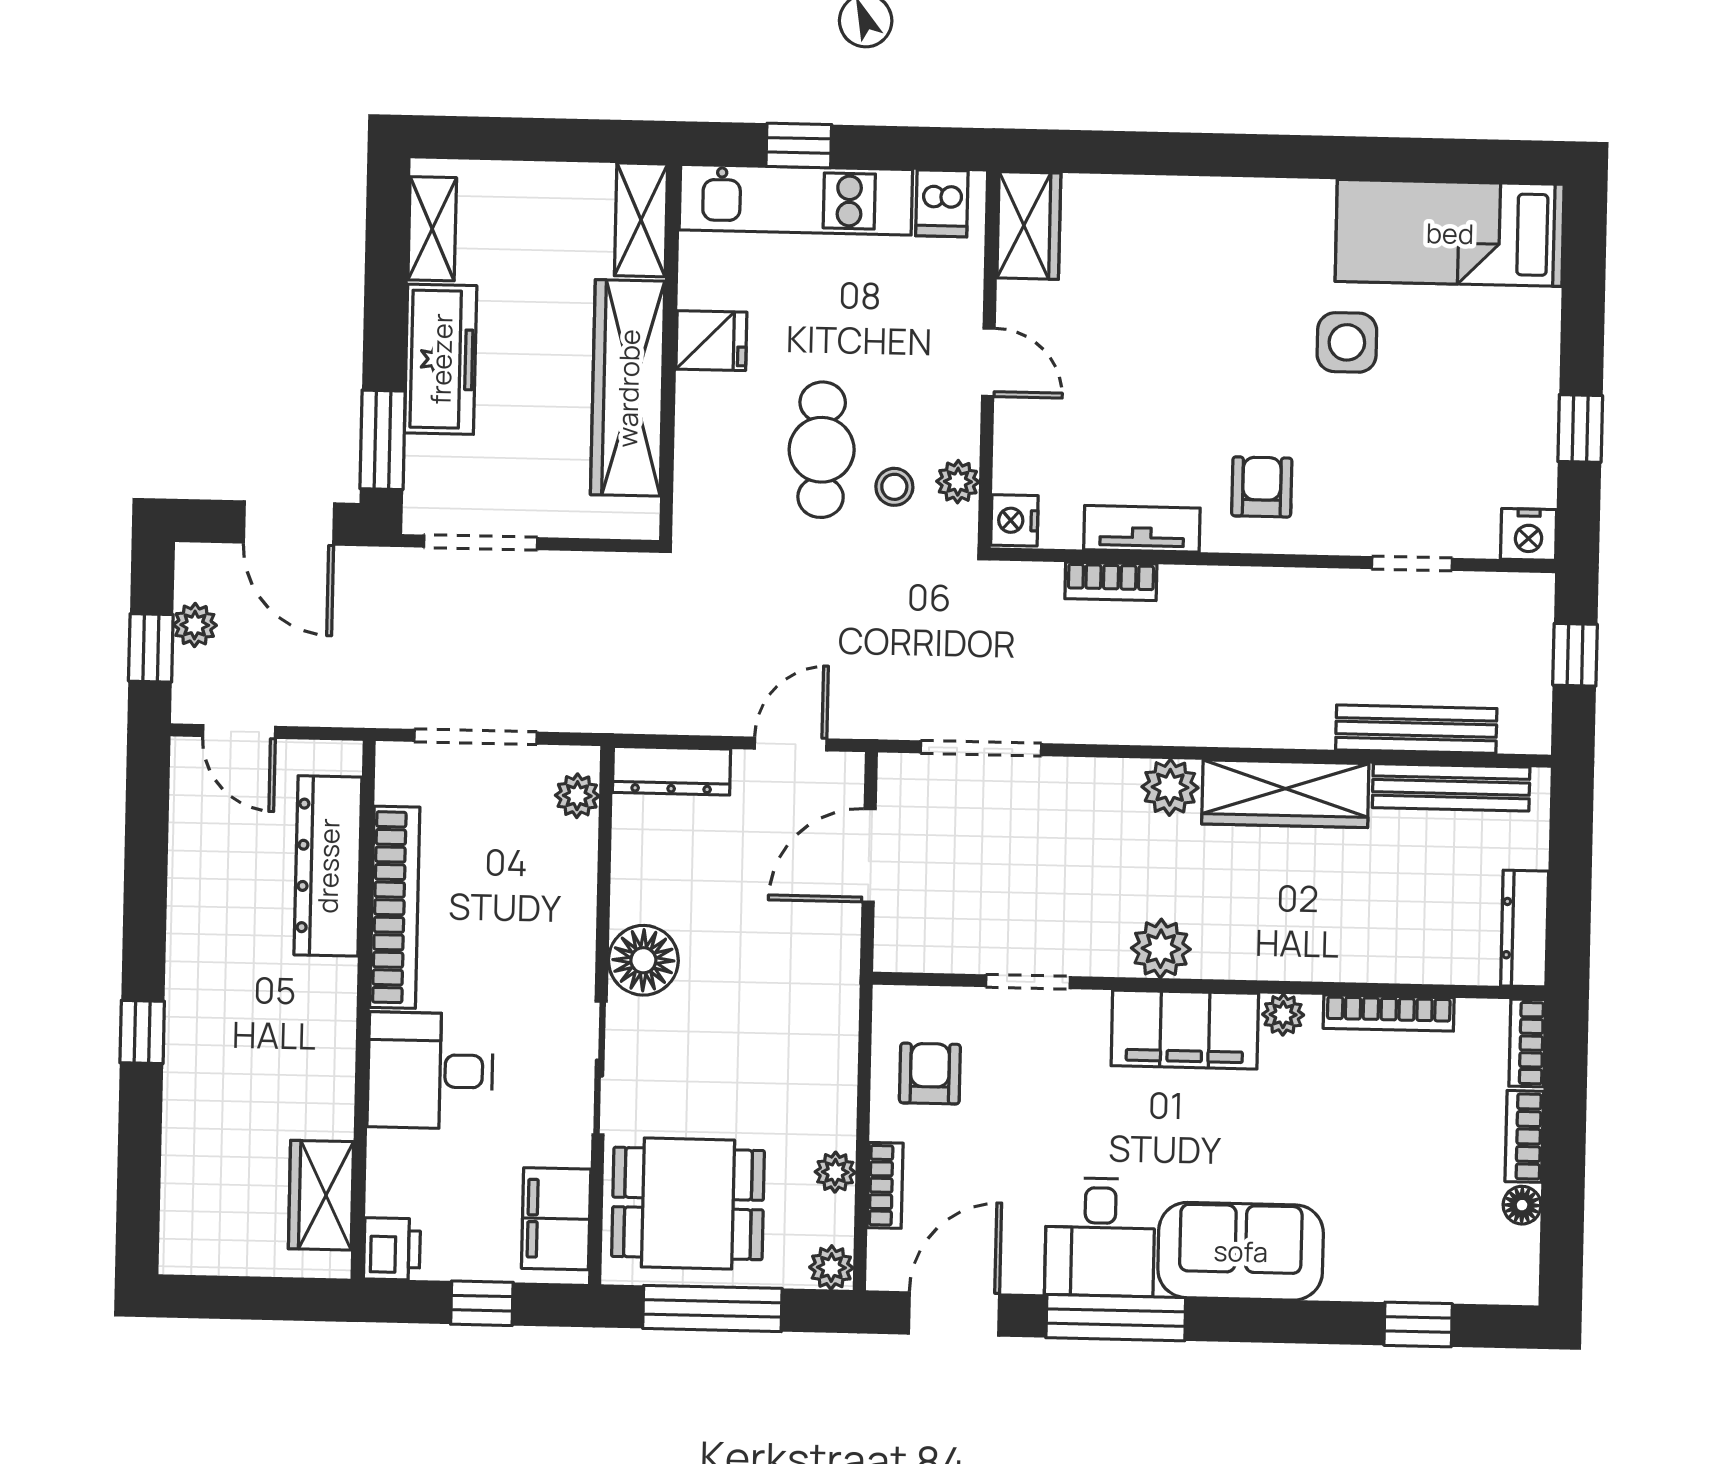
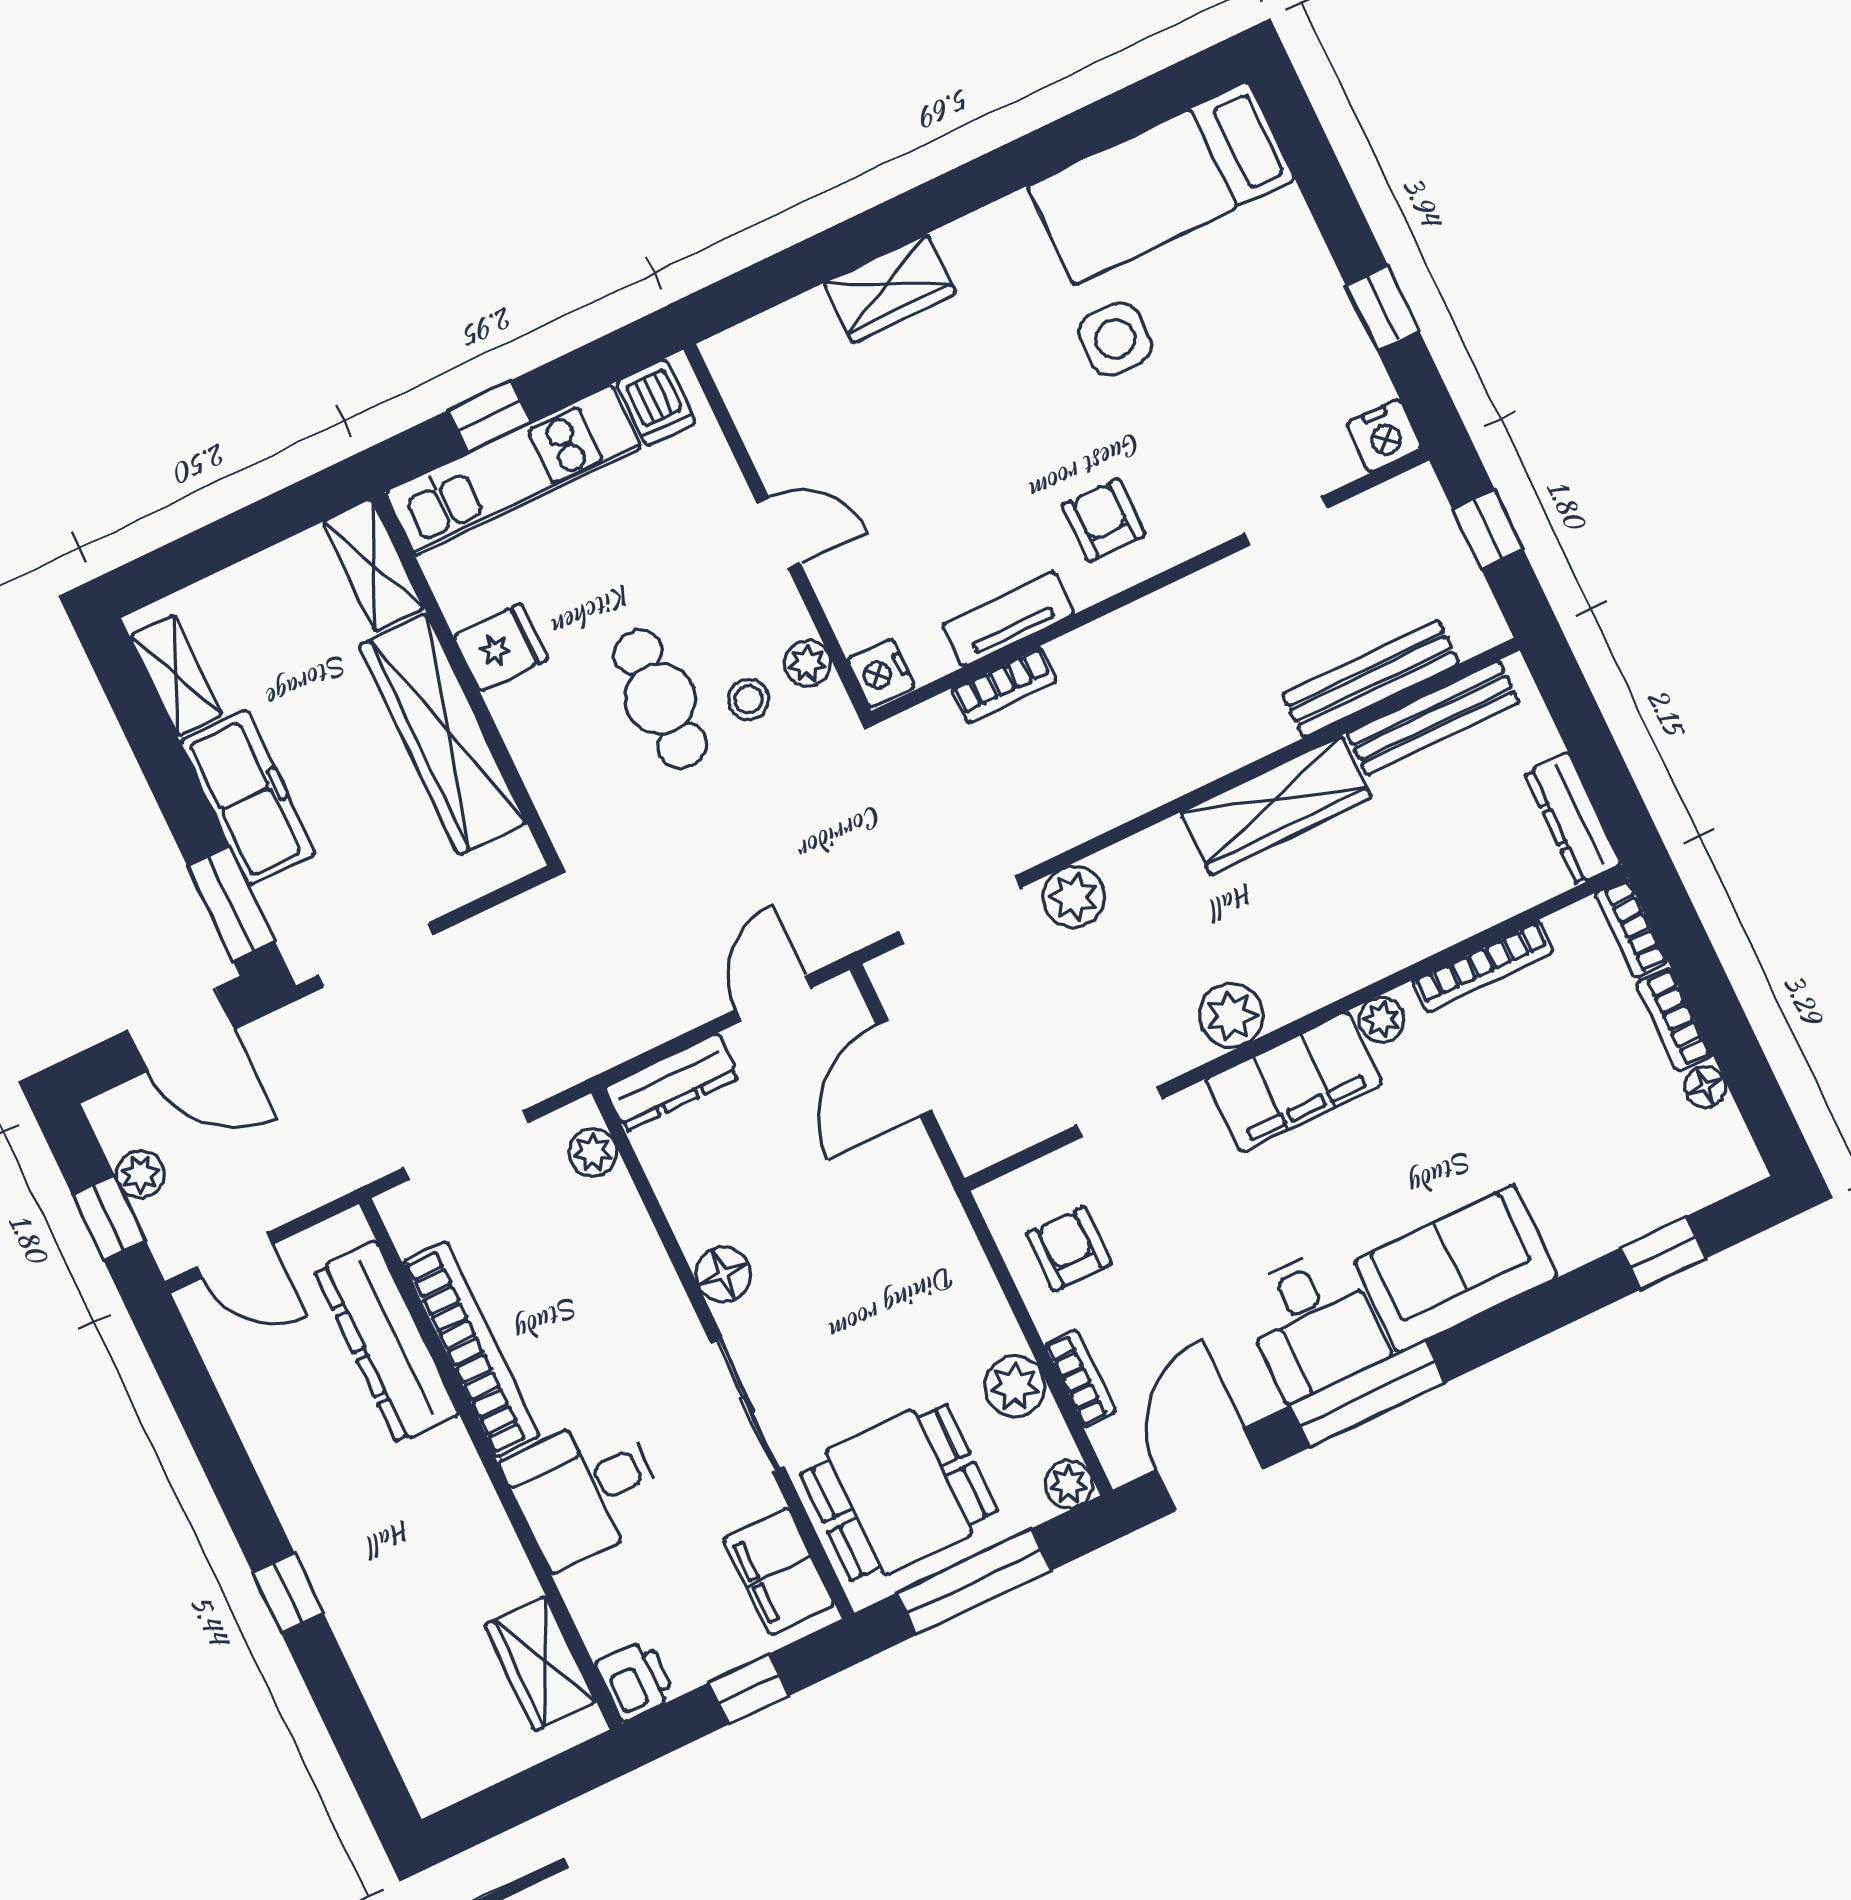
wardrobe: (1029, 225) -> (890, 288), moved, turned 90
plant: (1170, 787) -> (1074, 897), moved
floor lamp: (643, 960) -> (723, 1274), width x0.73, depth x0.73
plant: (835, 1172) -> (1015, 1386), width x1.38, depth x1.38

